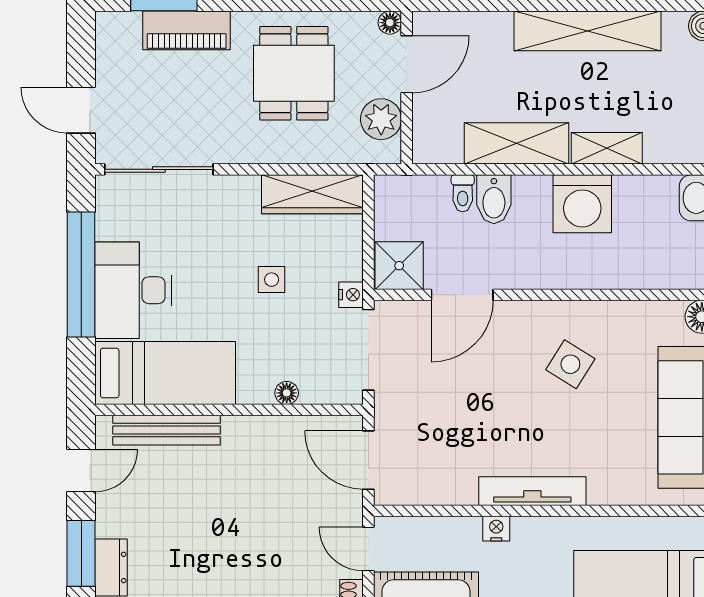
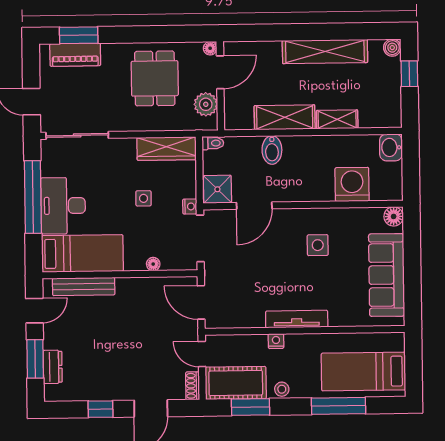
piano: (187, 30) -> (75, 55), moved
toilet: (463, 193) -> (213, 143), moved, turned -90
washing machine: (582, 204) -> (352, 184), moved, turned 180
side table: (570, 364) -> (318, 245), turned -32

